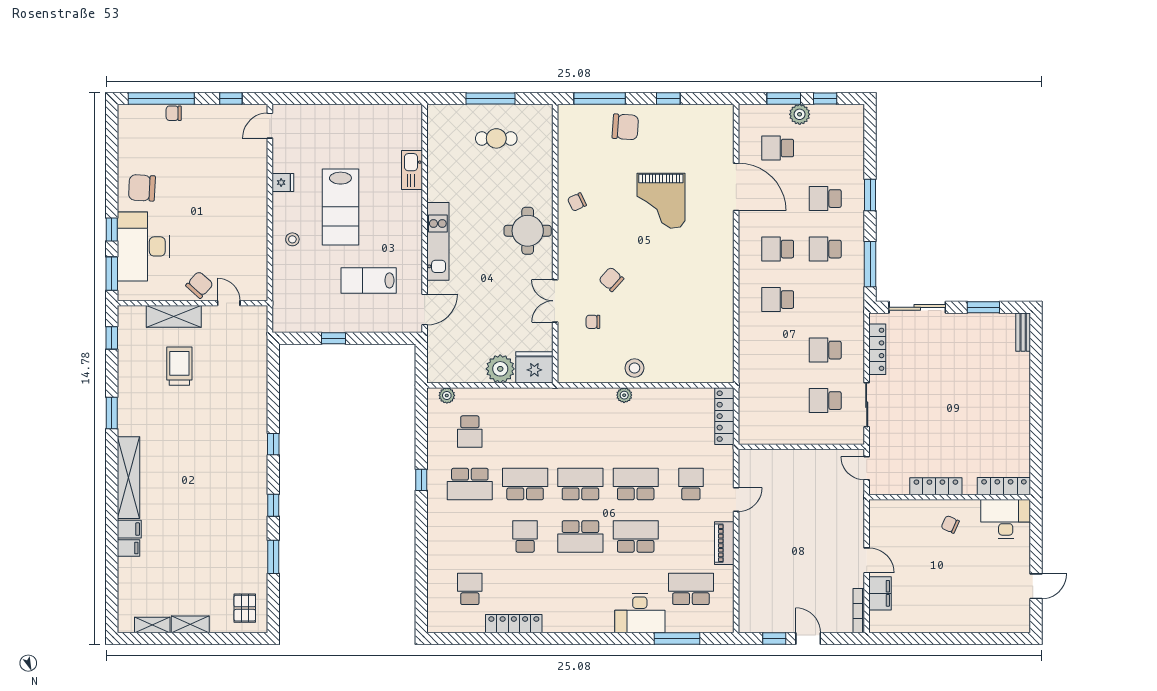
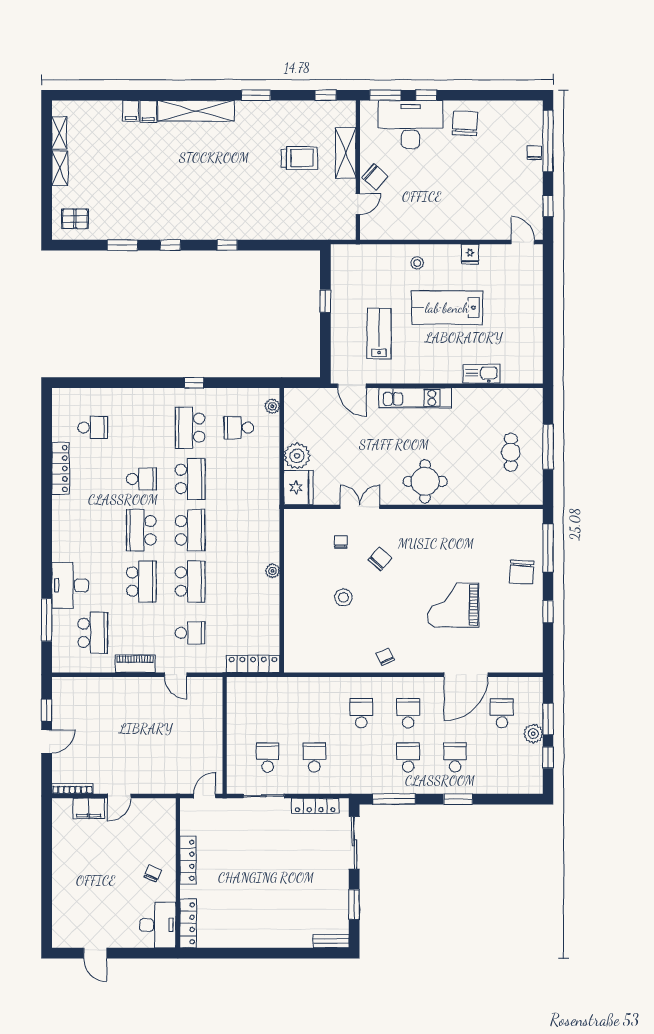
chair: (577, 202) -> (385, 657), moved
stool: (634, 368) -> (343, 597), moved

